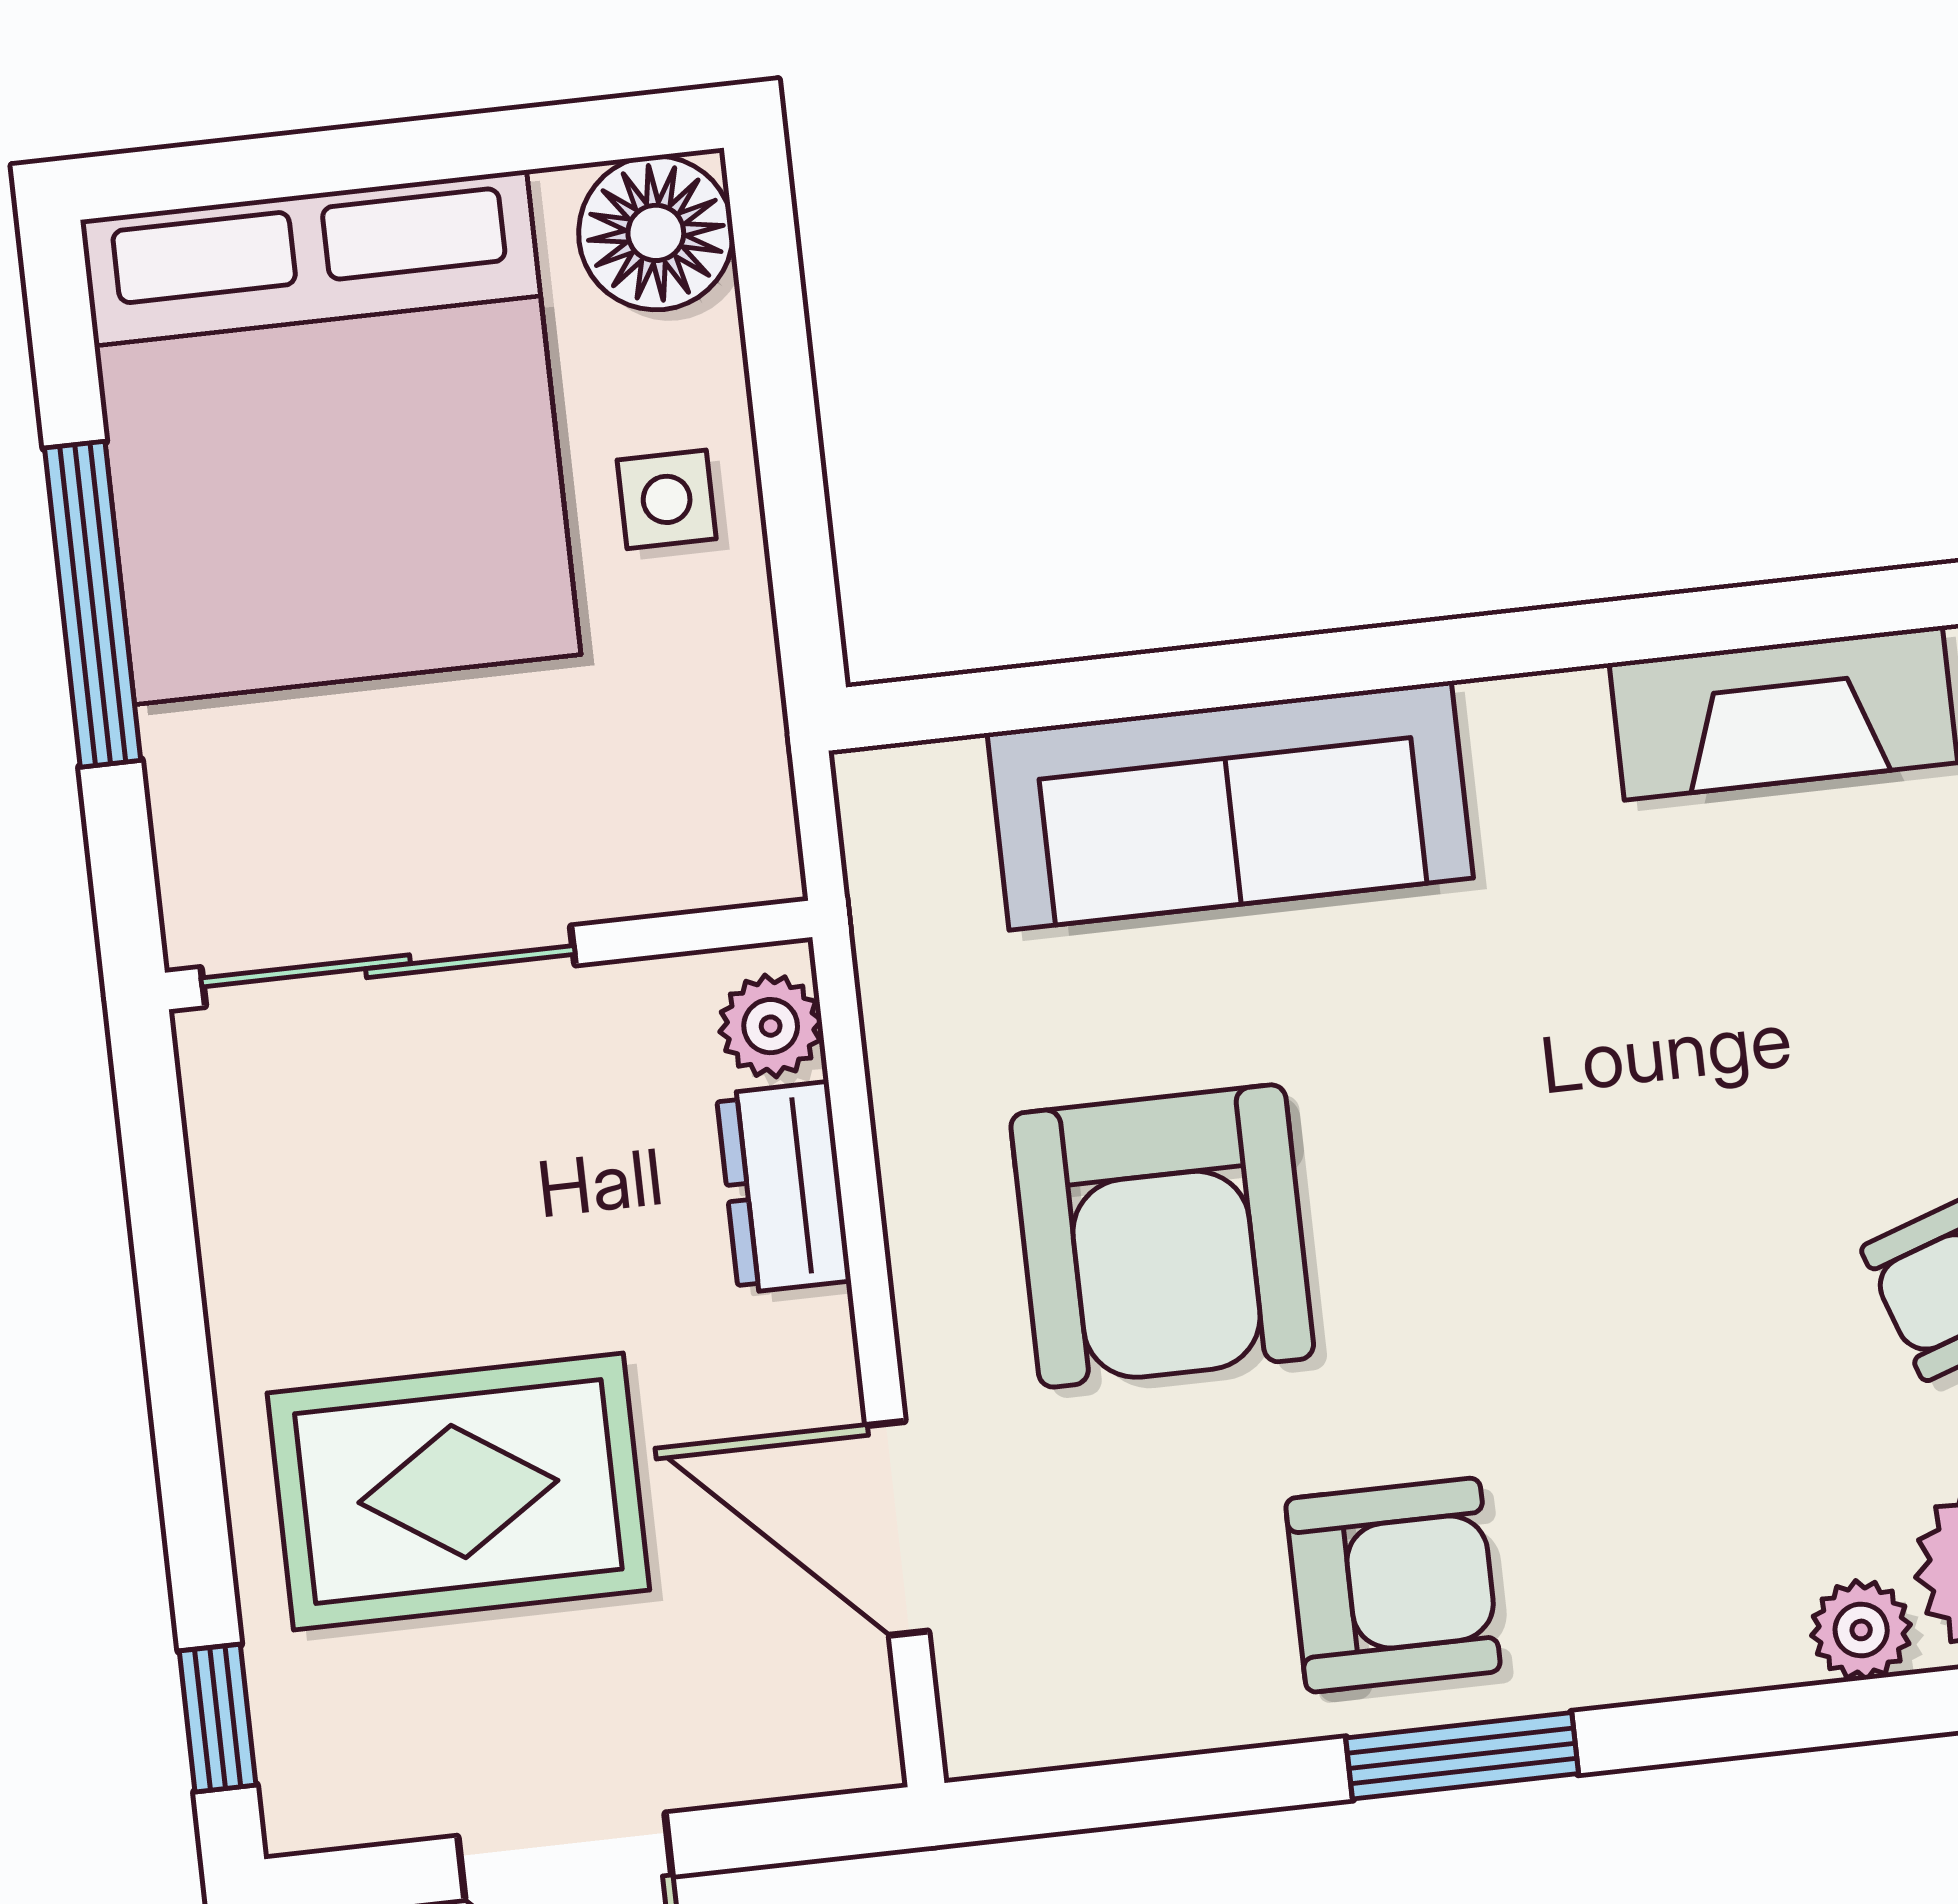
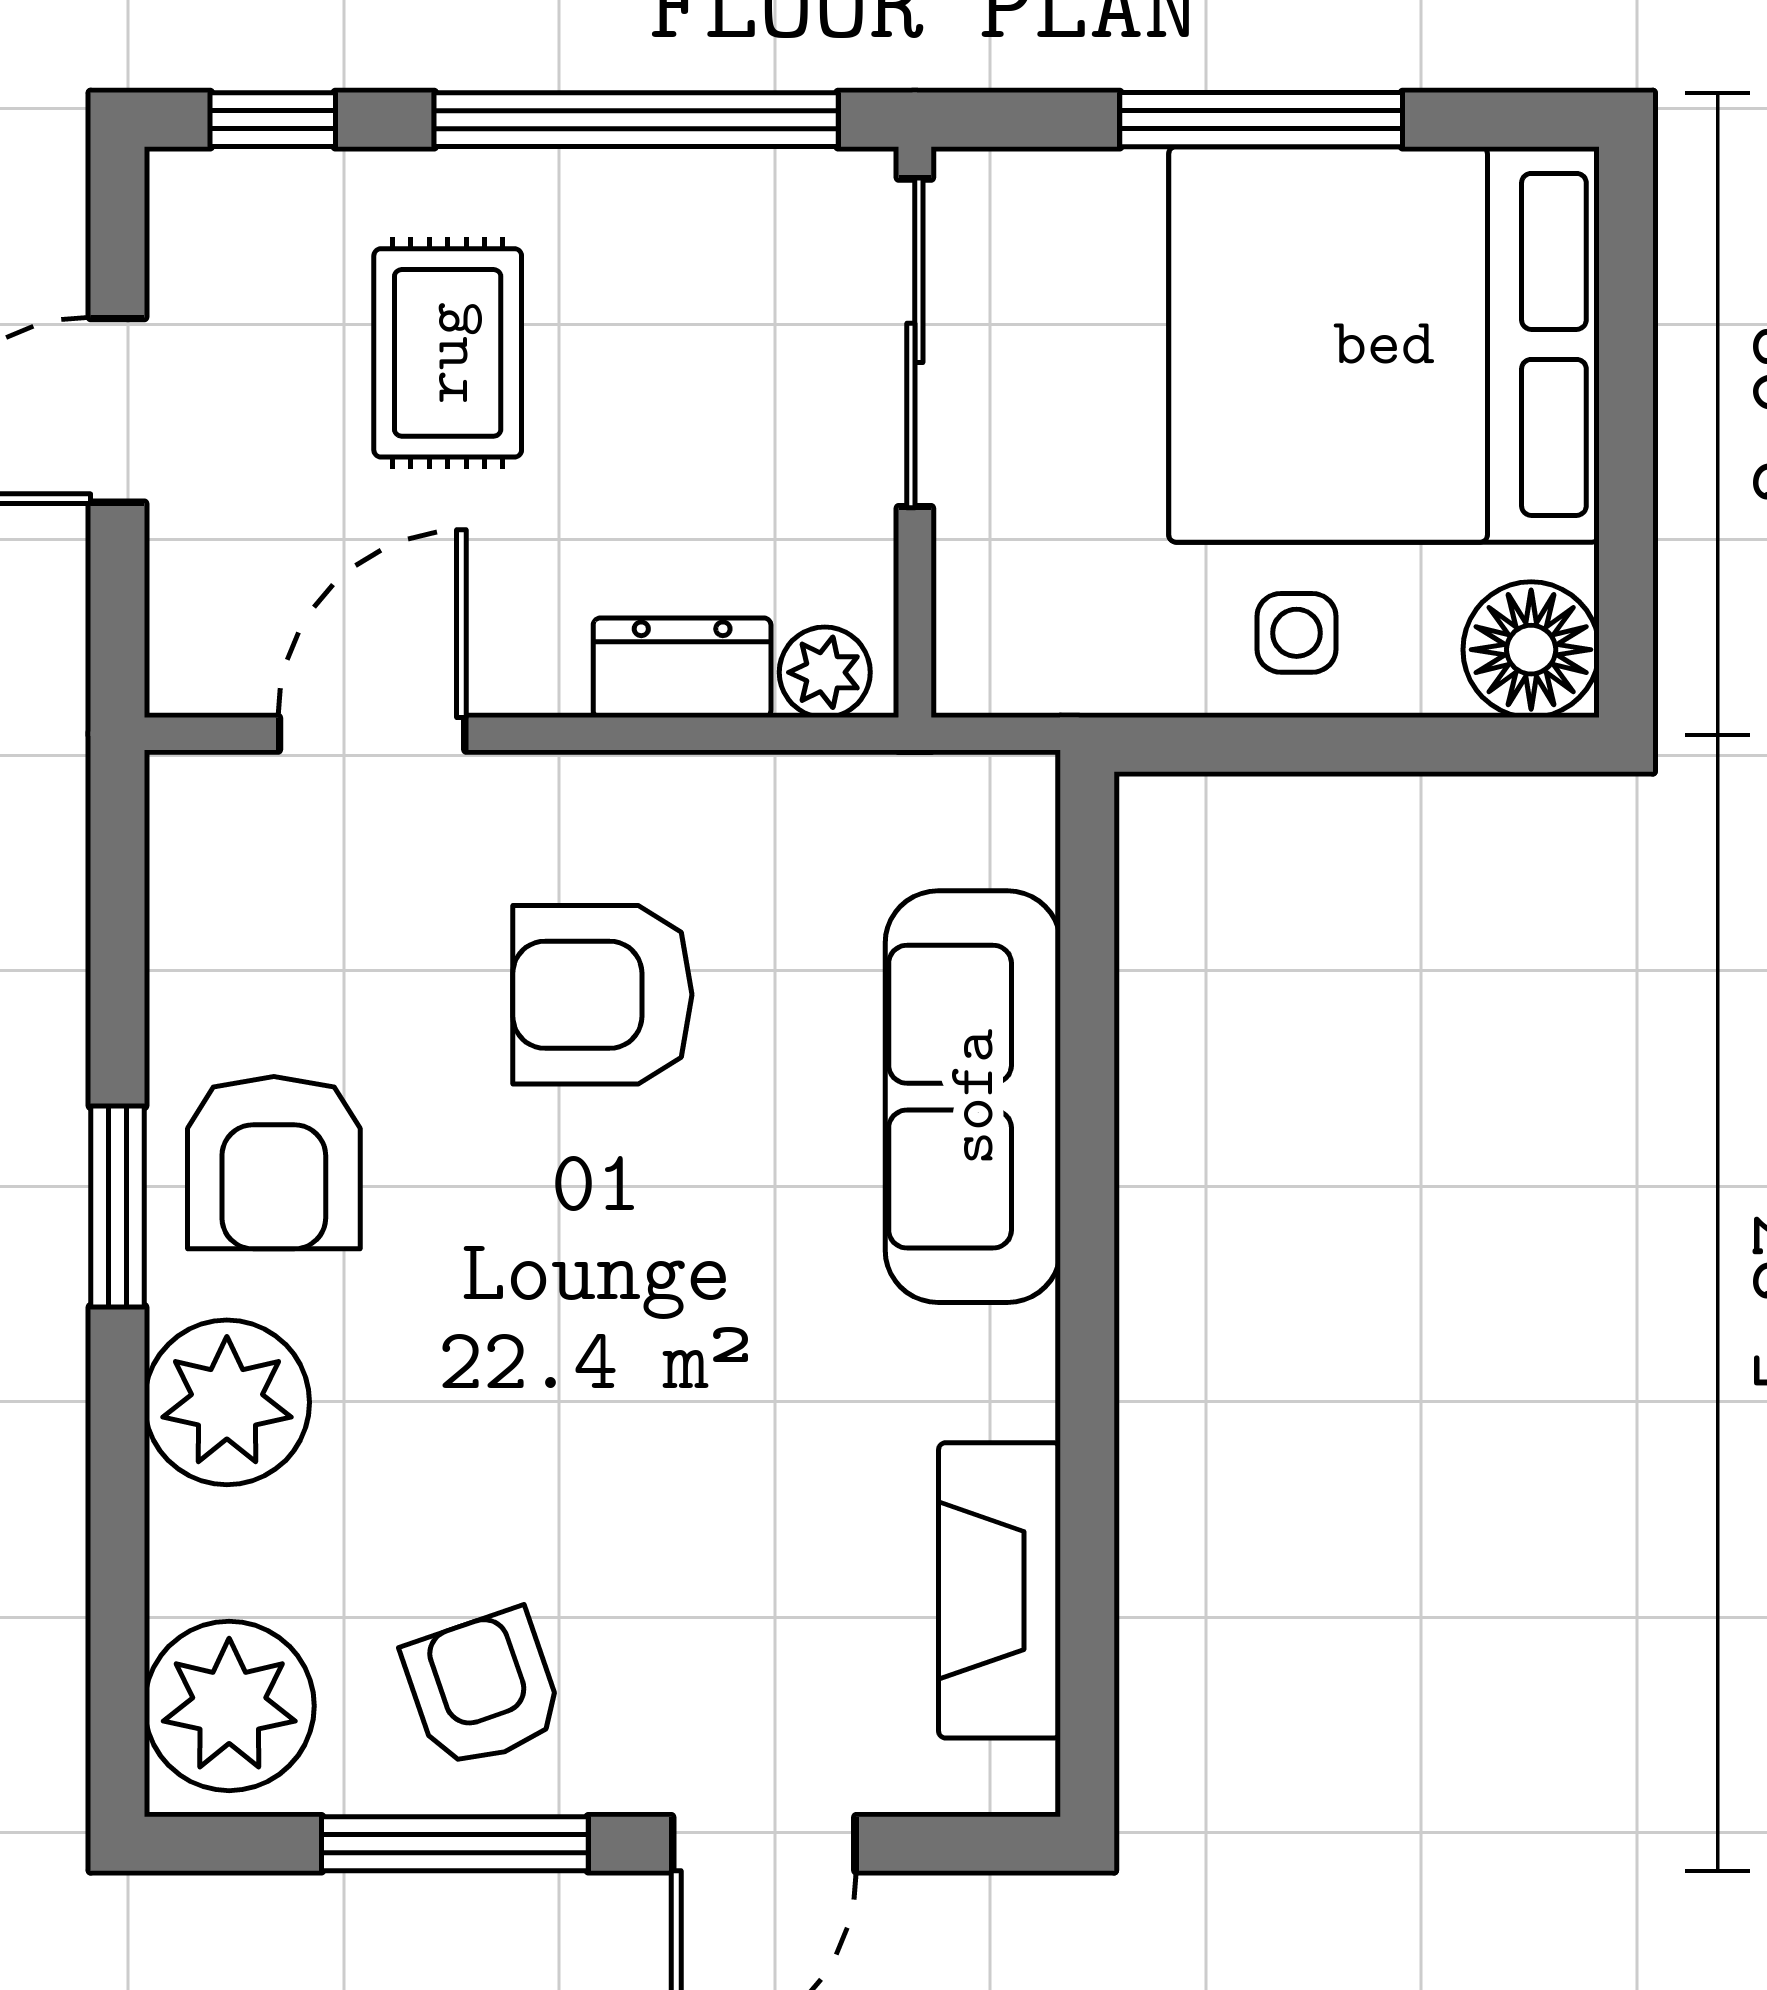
armchair: (1162, 1236) -> (602, 995), width x0.73, depth x0.73
window: (172, 1309) -> (636, 120), added
rug: (458, 1491) -> (448, 353), width x0.73, depth x0.70
plant: (1861, 1630) -> (227, 1402), moved, width x1.88, depth x1.88

